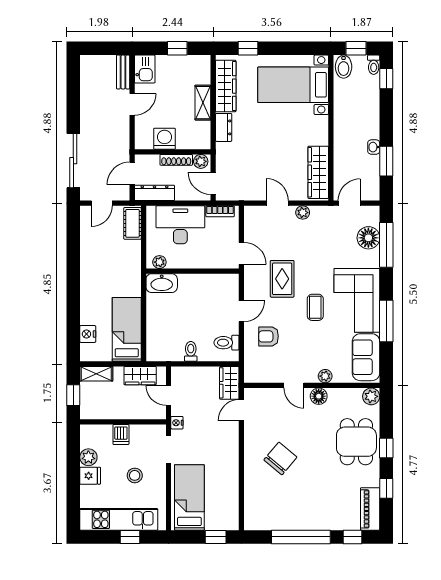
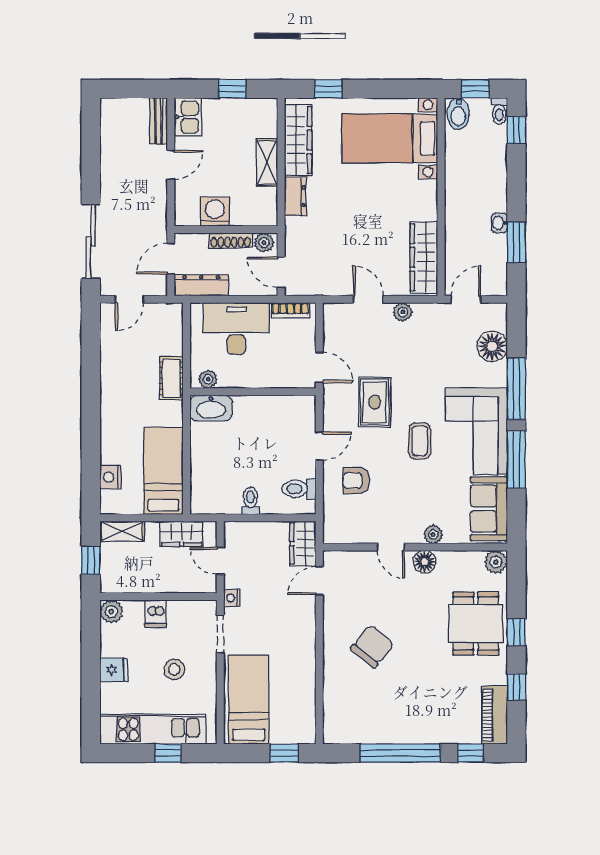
cot: (132, 223) -> (171, 378), moved
window: (386, 245) -> (516, 389), moved
plant: (88, 457) -> (111, 612), moved

